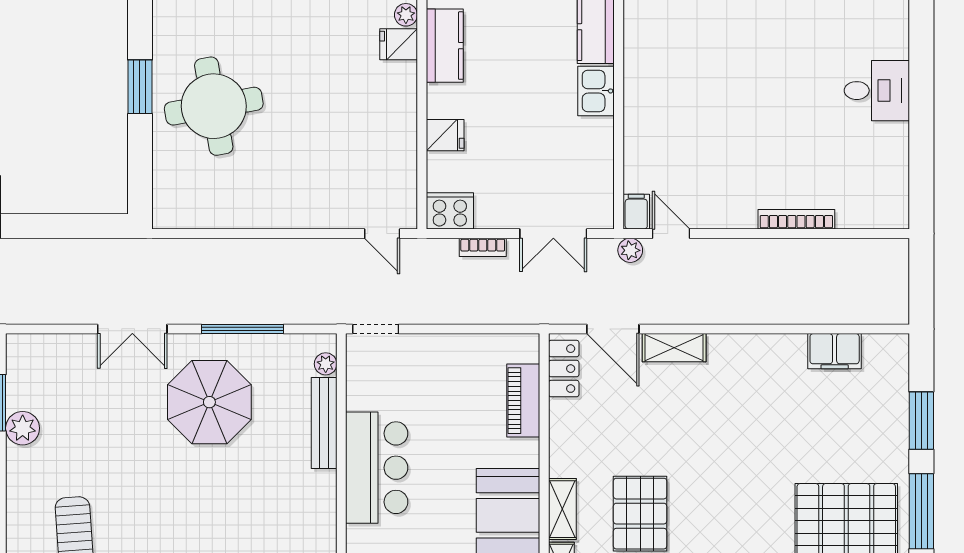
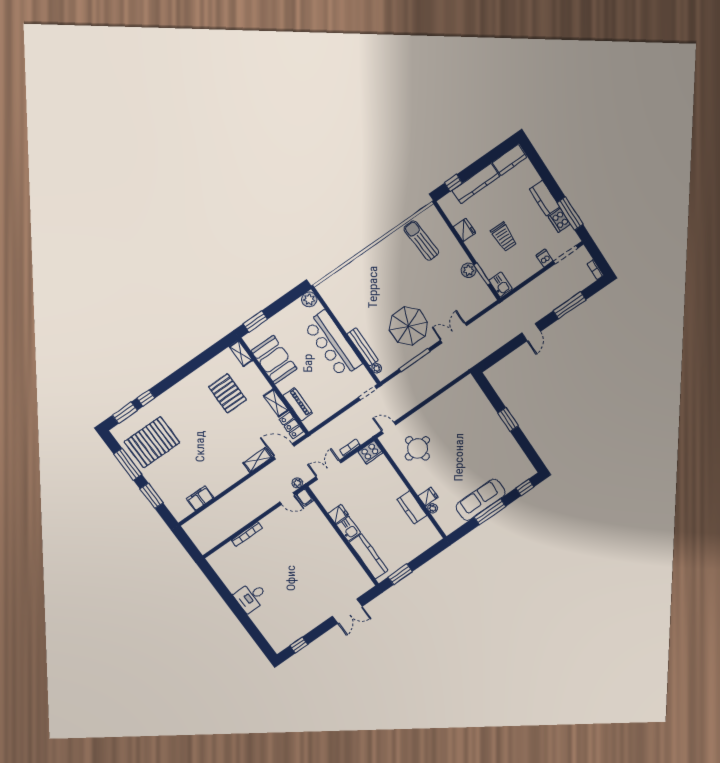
round table: (214, 106) -> (417, 448), moved, width x0.73, depth x0.73
fridge: (445, 135) -> (338, 514), moved, turned 180
bar counter: (377, 468) -> (333, 344), width x1.36
shelving: (562, 509) -> (276, 403), moved

